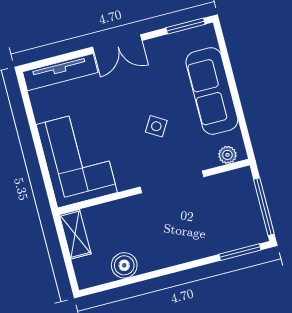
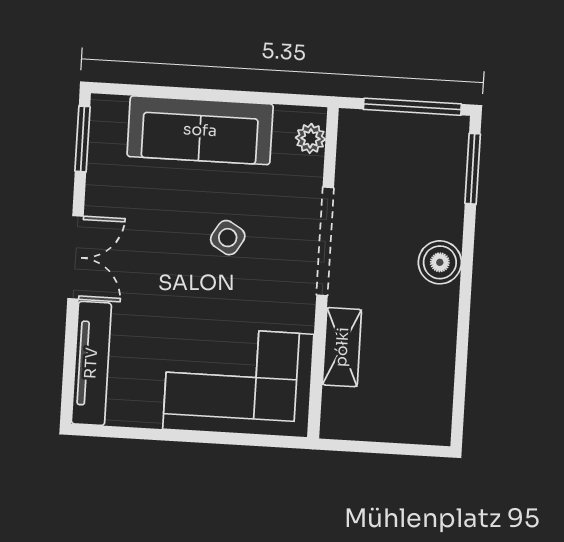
shelving: (75, 234) -> (342, 347), moved, turned 90
boiler: (124, 265) -> (440, 262), moved

